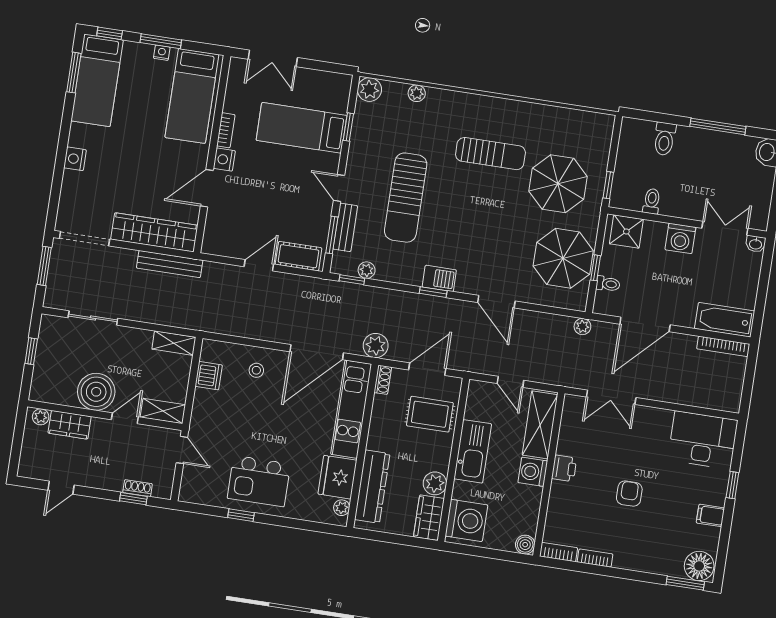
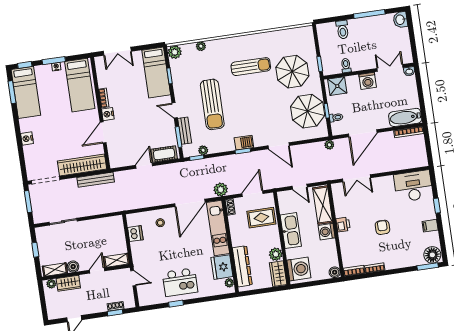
bed: (301, 128) -> (156, 73), moved, turned -90
shelving: (174, 343) -> (55, 270), moved
boiler: (96, 392) -> (73, 267), width x0.54, depth x0.54

